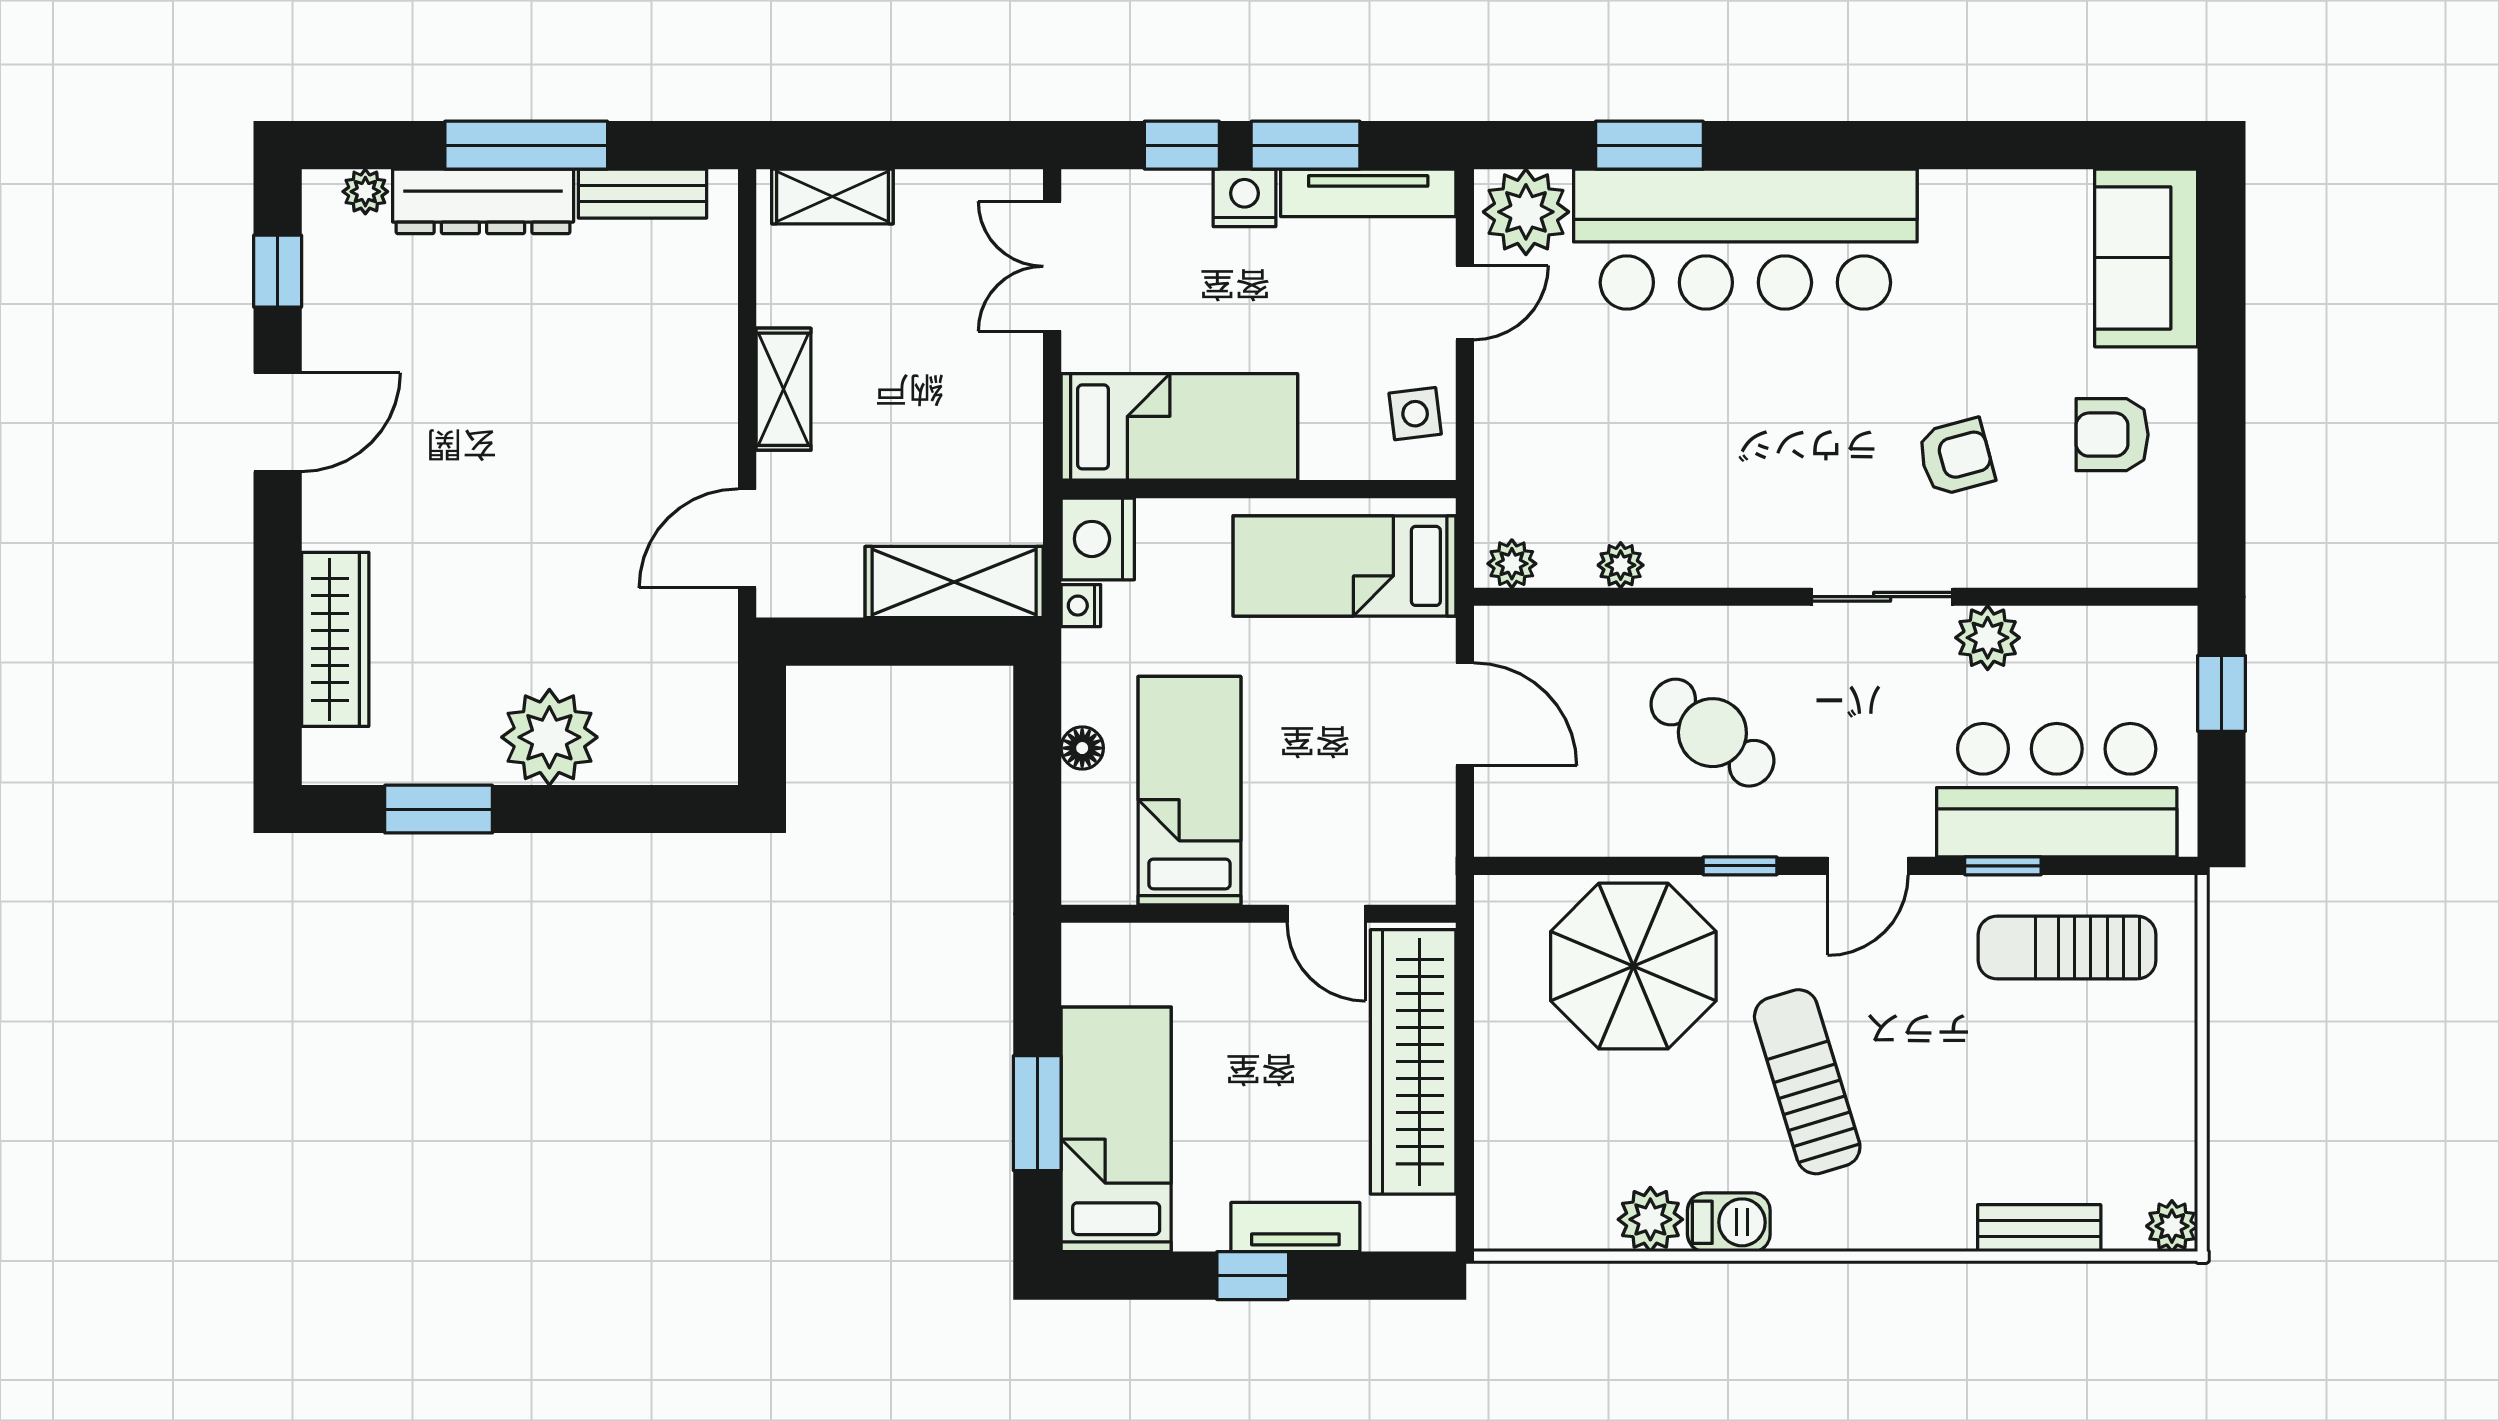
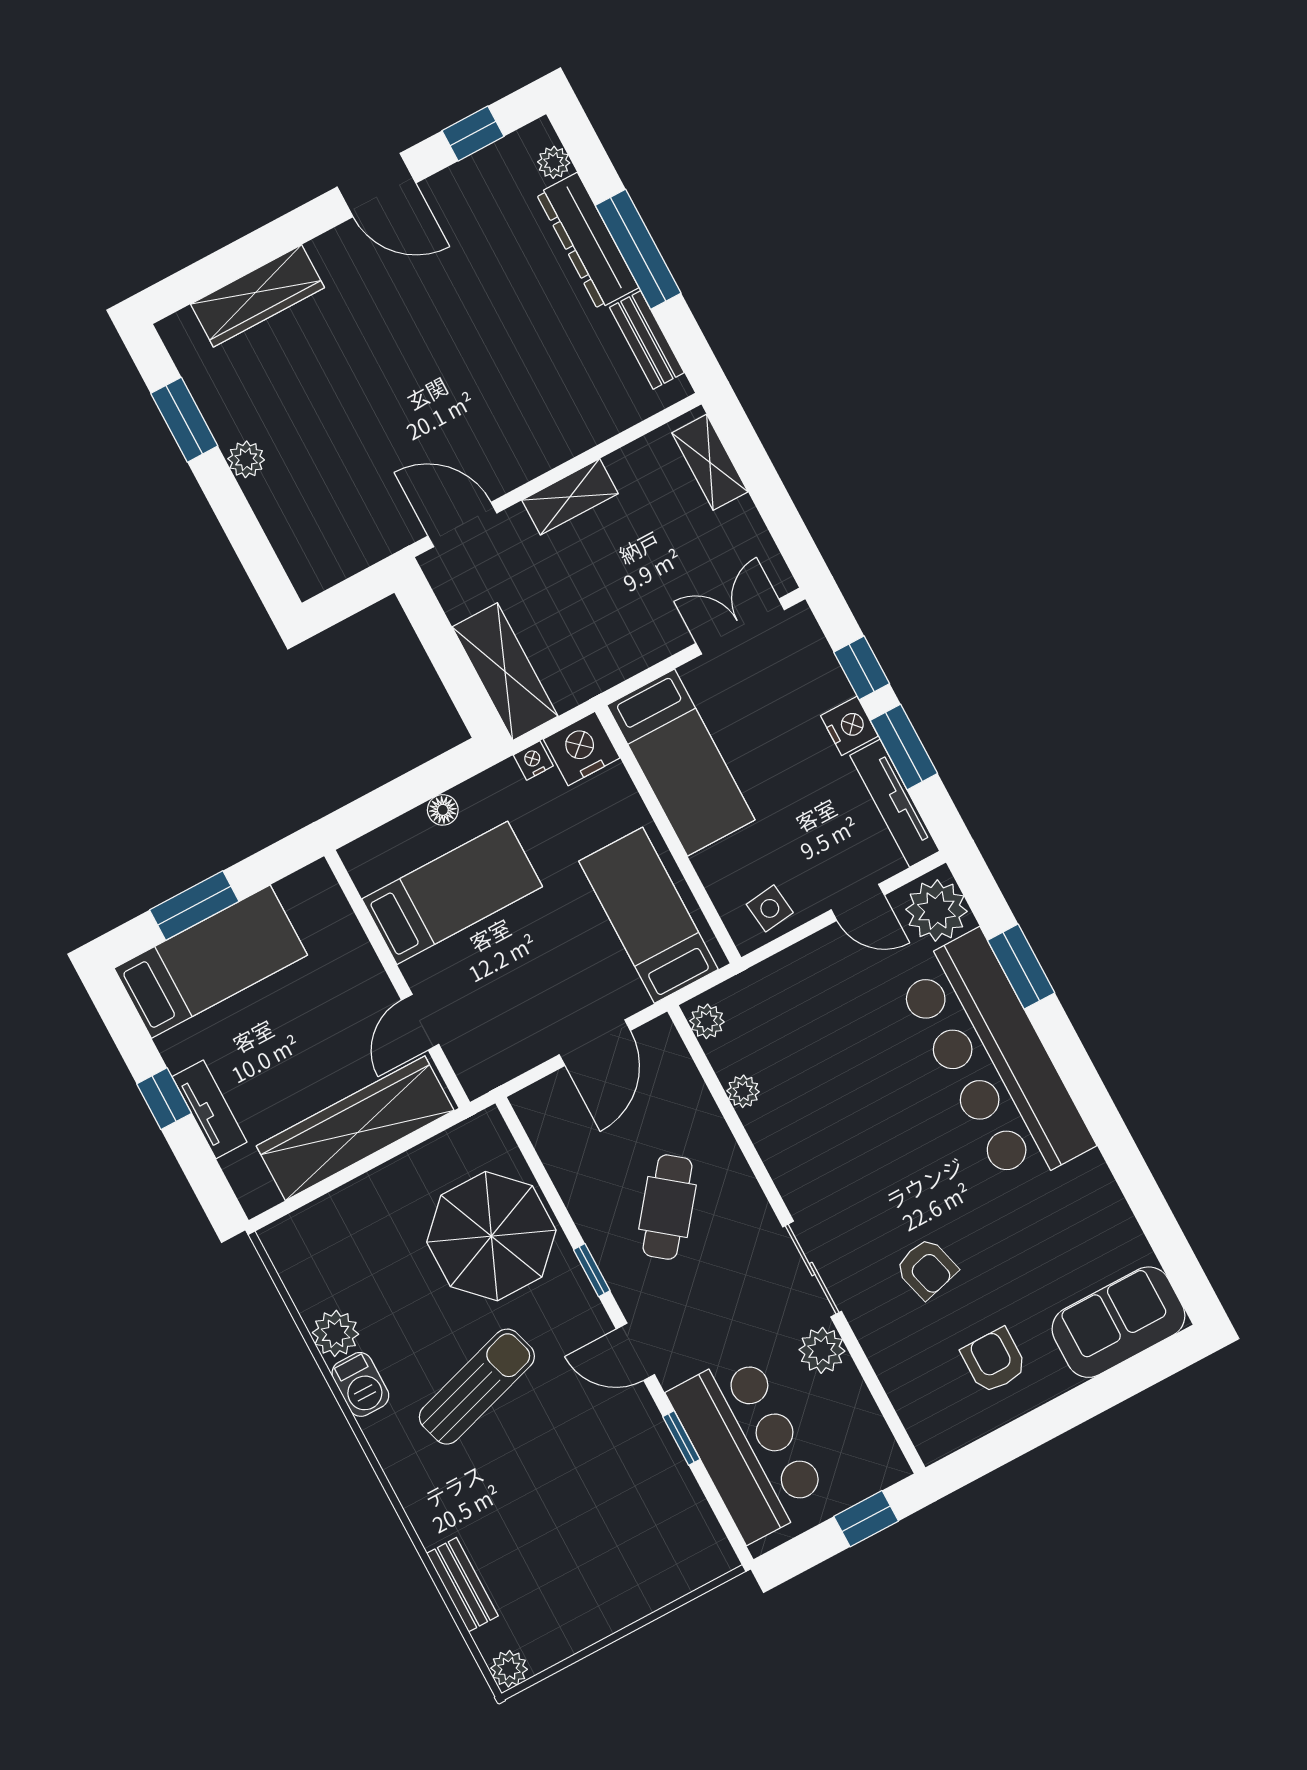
plant: (549, 737) -> (246, 459), width x0.53, depth x0.53
sun lounger: (2067, 948) -> (651, 1507), removed

